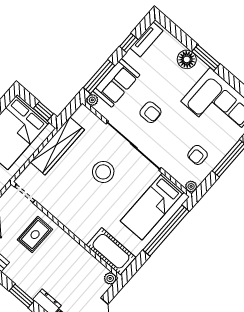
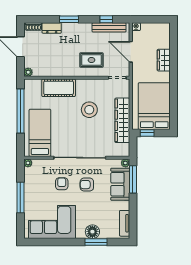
window: (129, 43) -> (133, 213), removed
window: (206, 58) -> (96, 242), moved
armchair: (198, 155) -> (62, 184), moved
stool: (103, 172) -> (89, 110), moved
window: (166, 231) -> (20, 111), moved
rug: (35, 235) -> (91, 60), turned 90
cot: (111, 251) -> (59, 88), moved

